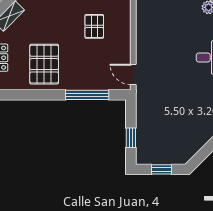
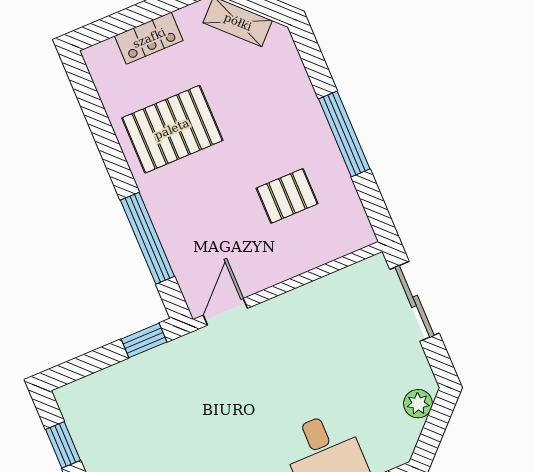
window: (131, 138) -> (144, 340), moved

